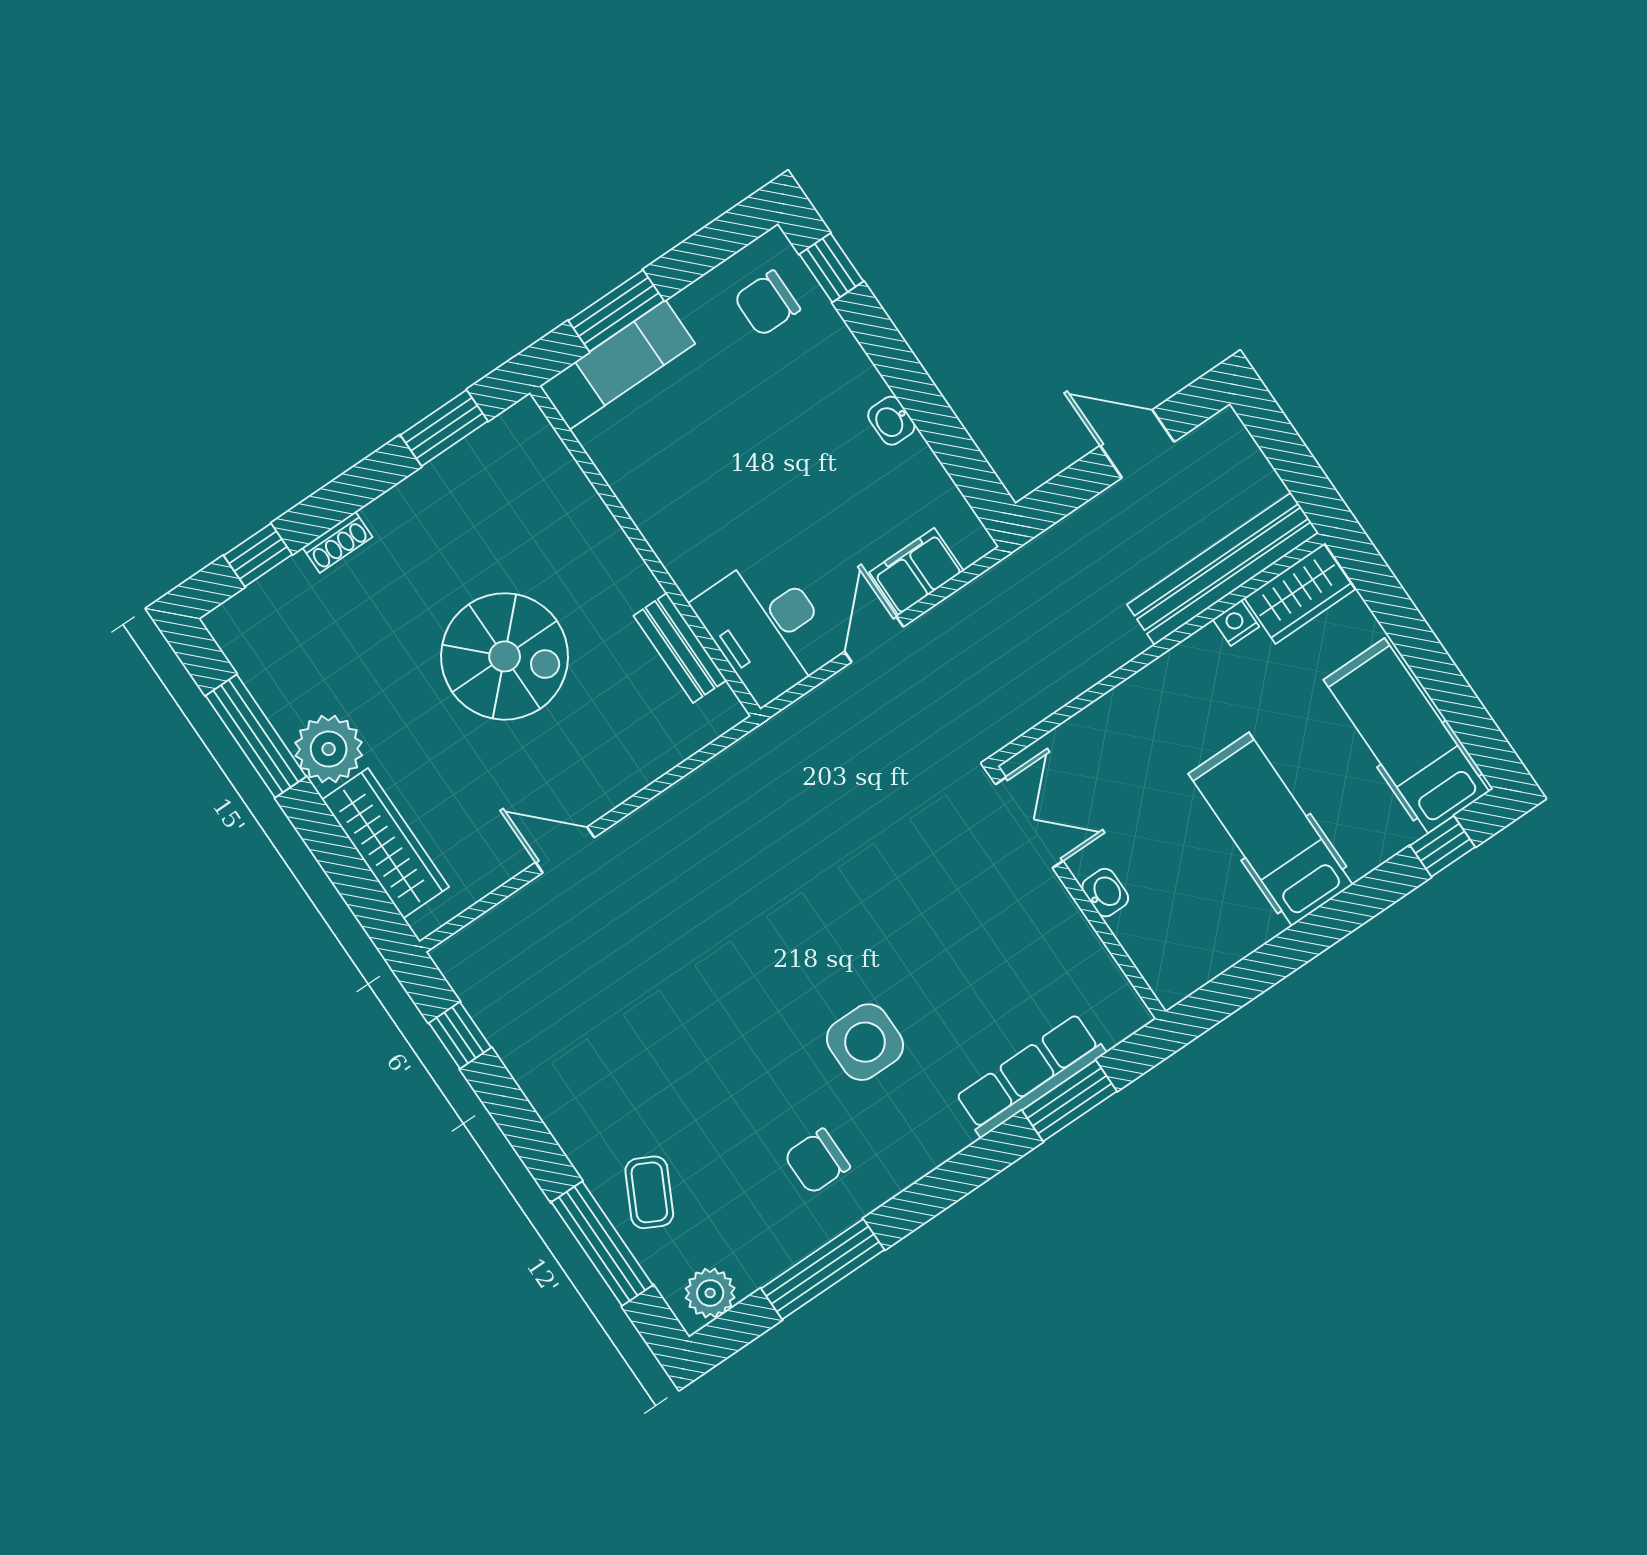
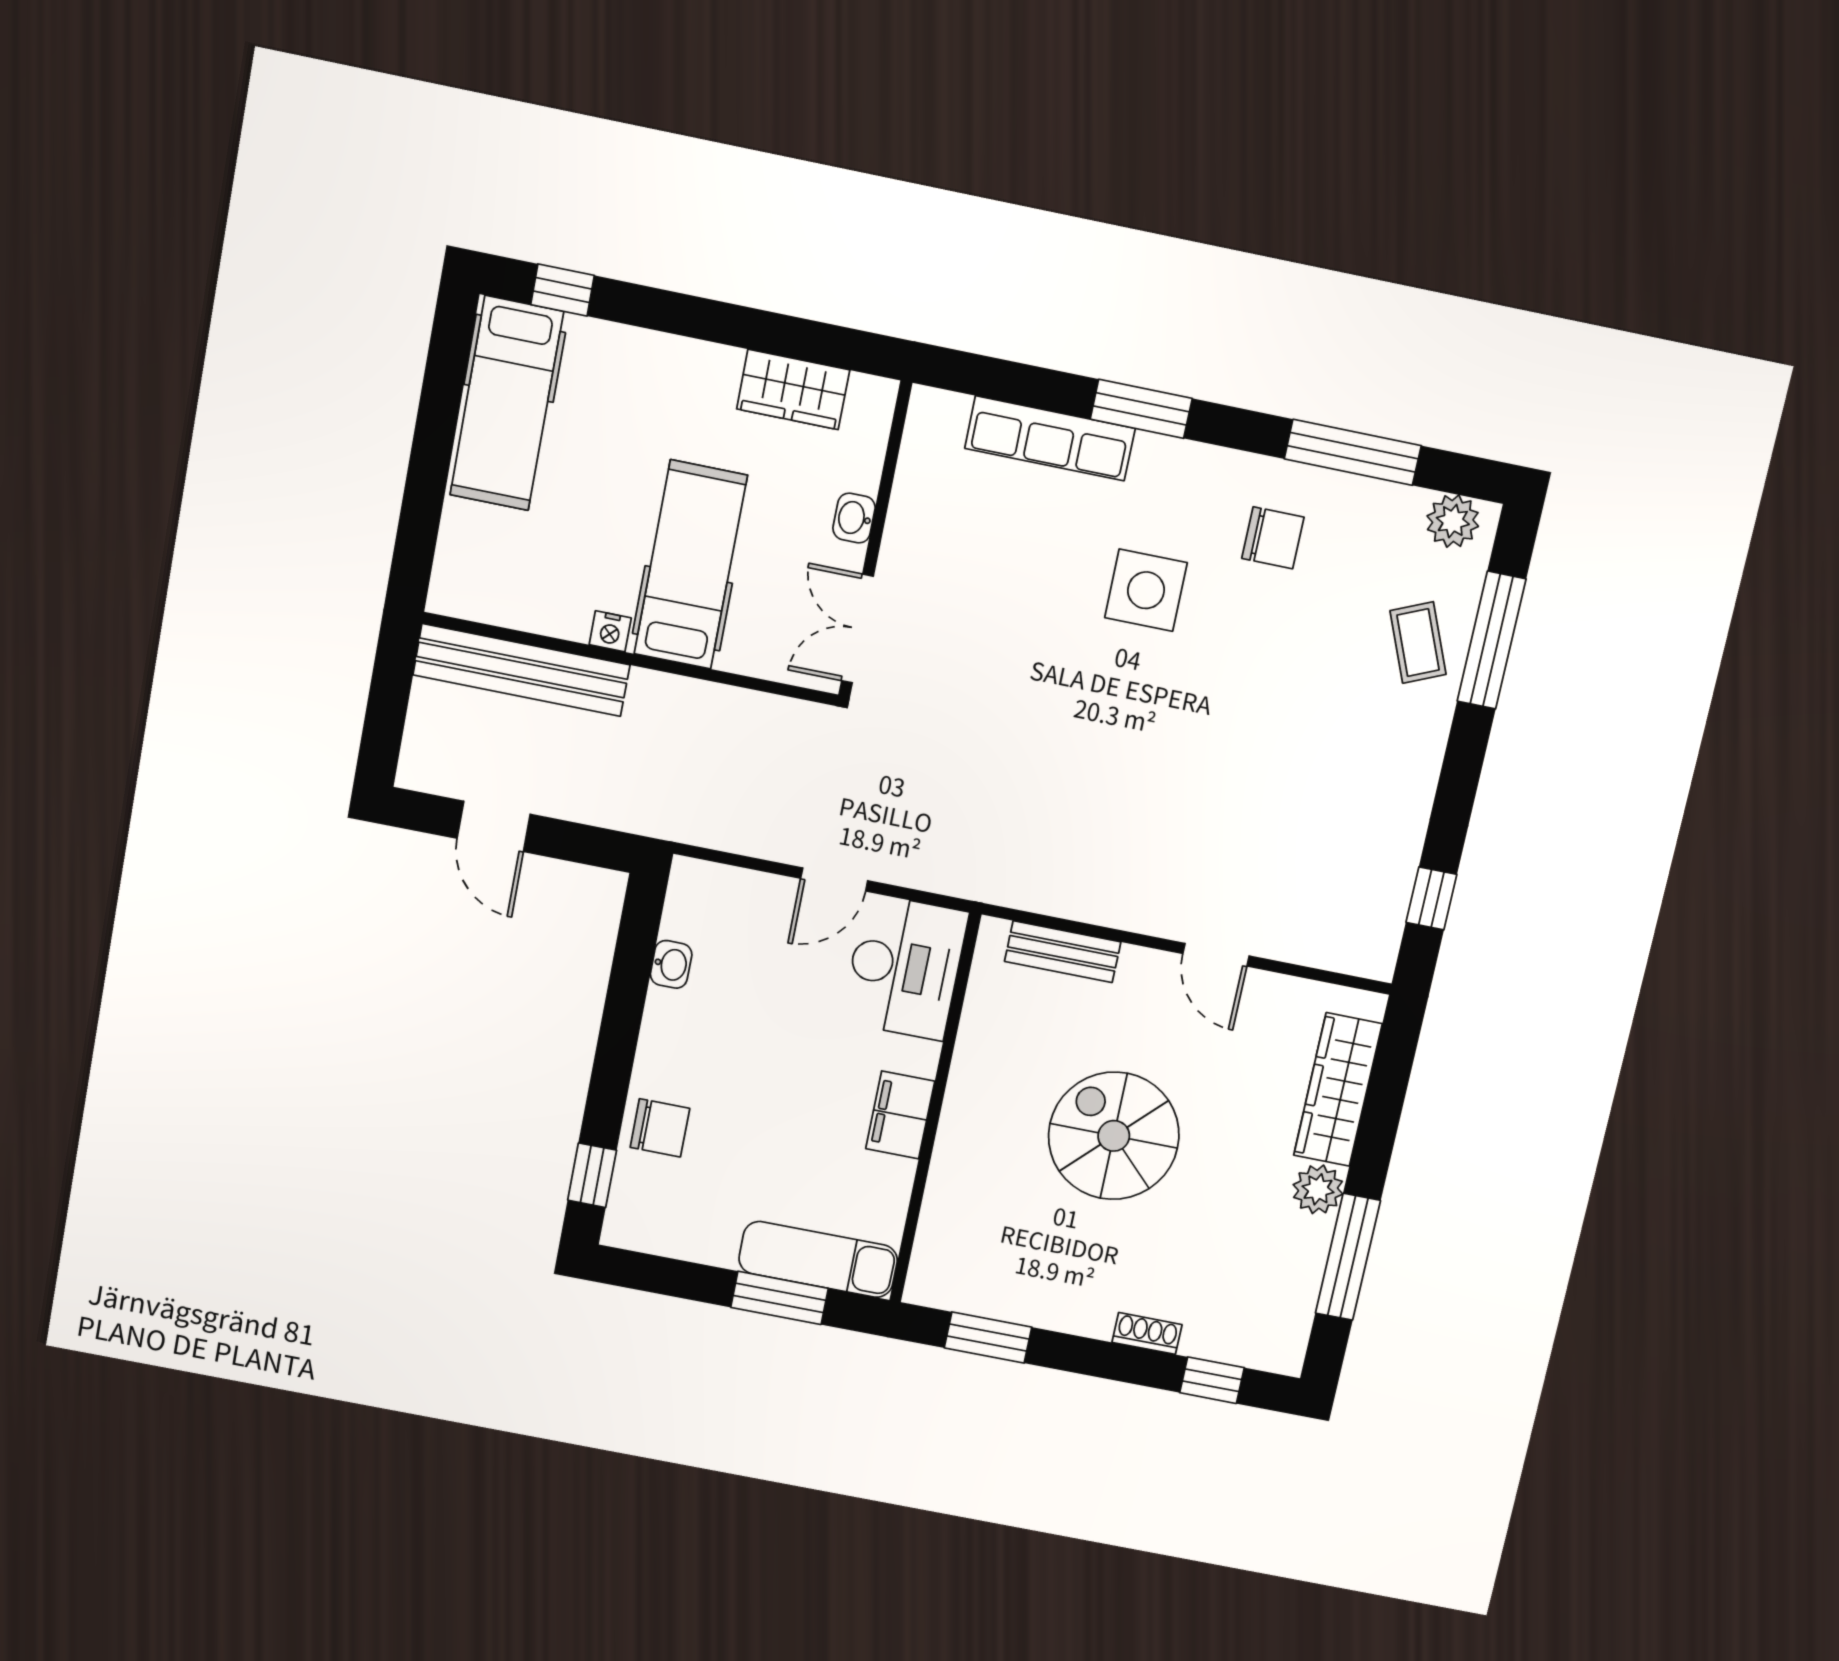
chair: (767, 303) -> (660, 1128), moved
washbasin: (891, 421) -> (671, 964), moved
filing cabinet: (916, 572) -> (900, 1115), moved, turned 90
wardrobe: (1300, 594) -> (793, 389), moved, turned 180
nightstand: (1236, 623) -> (610, 631), moved
bench: (680, 648) -> (1063, 952), moved, turned 90
plant: (329, 749) -> (1318, 1189), width x0.73, depth x0.73
hospital bed: (1270, 829) -> (691, 565), moved, turned 180
window: (1069, 1101) -> (1141, 409), moved
coffee table: (649, 1192) -> (1418, 643), turned -50

